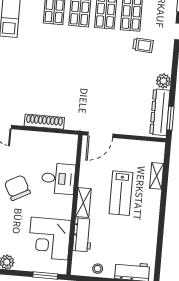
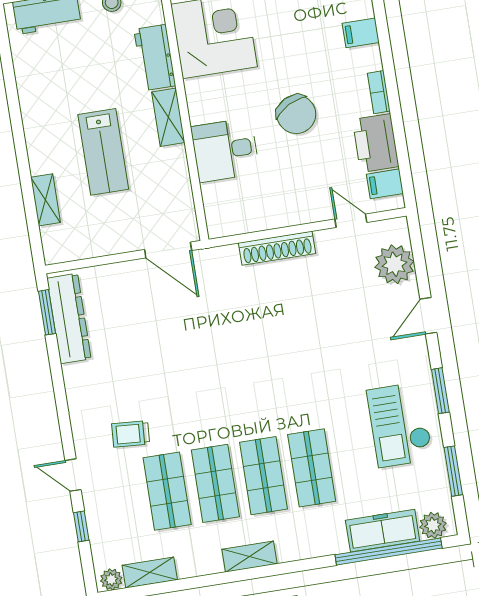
plant: (163, 81) -> (77, 377), removed
door: (100, 135) -> (168, 250), swing flipped
lab bench: (121, 193) -> (103, 152), turned 180

